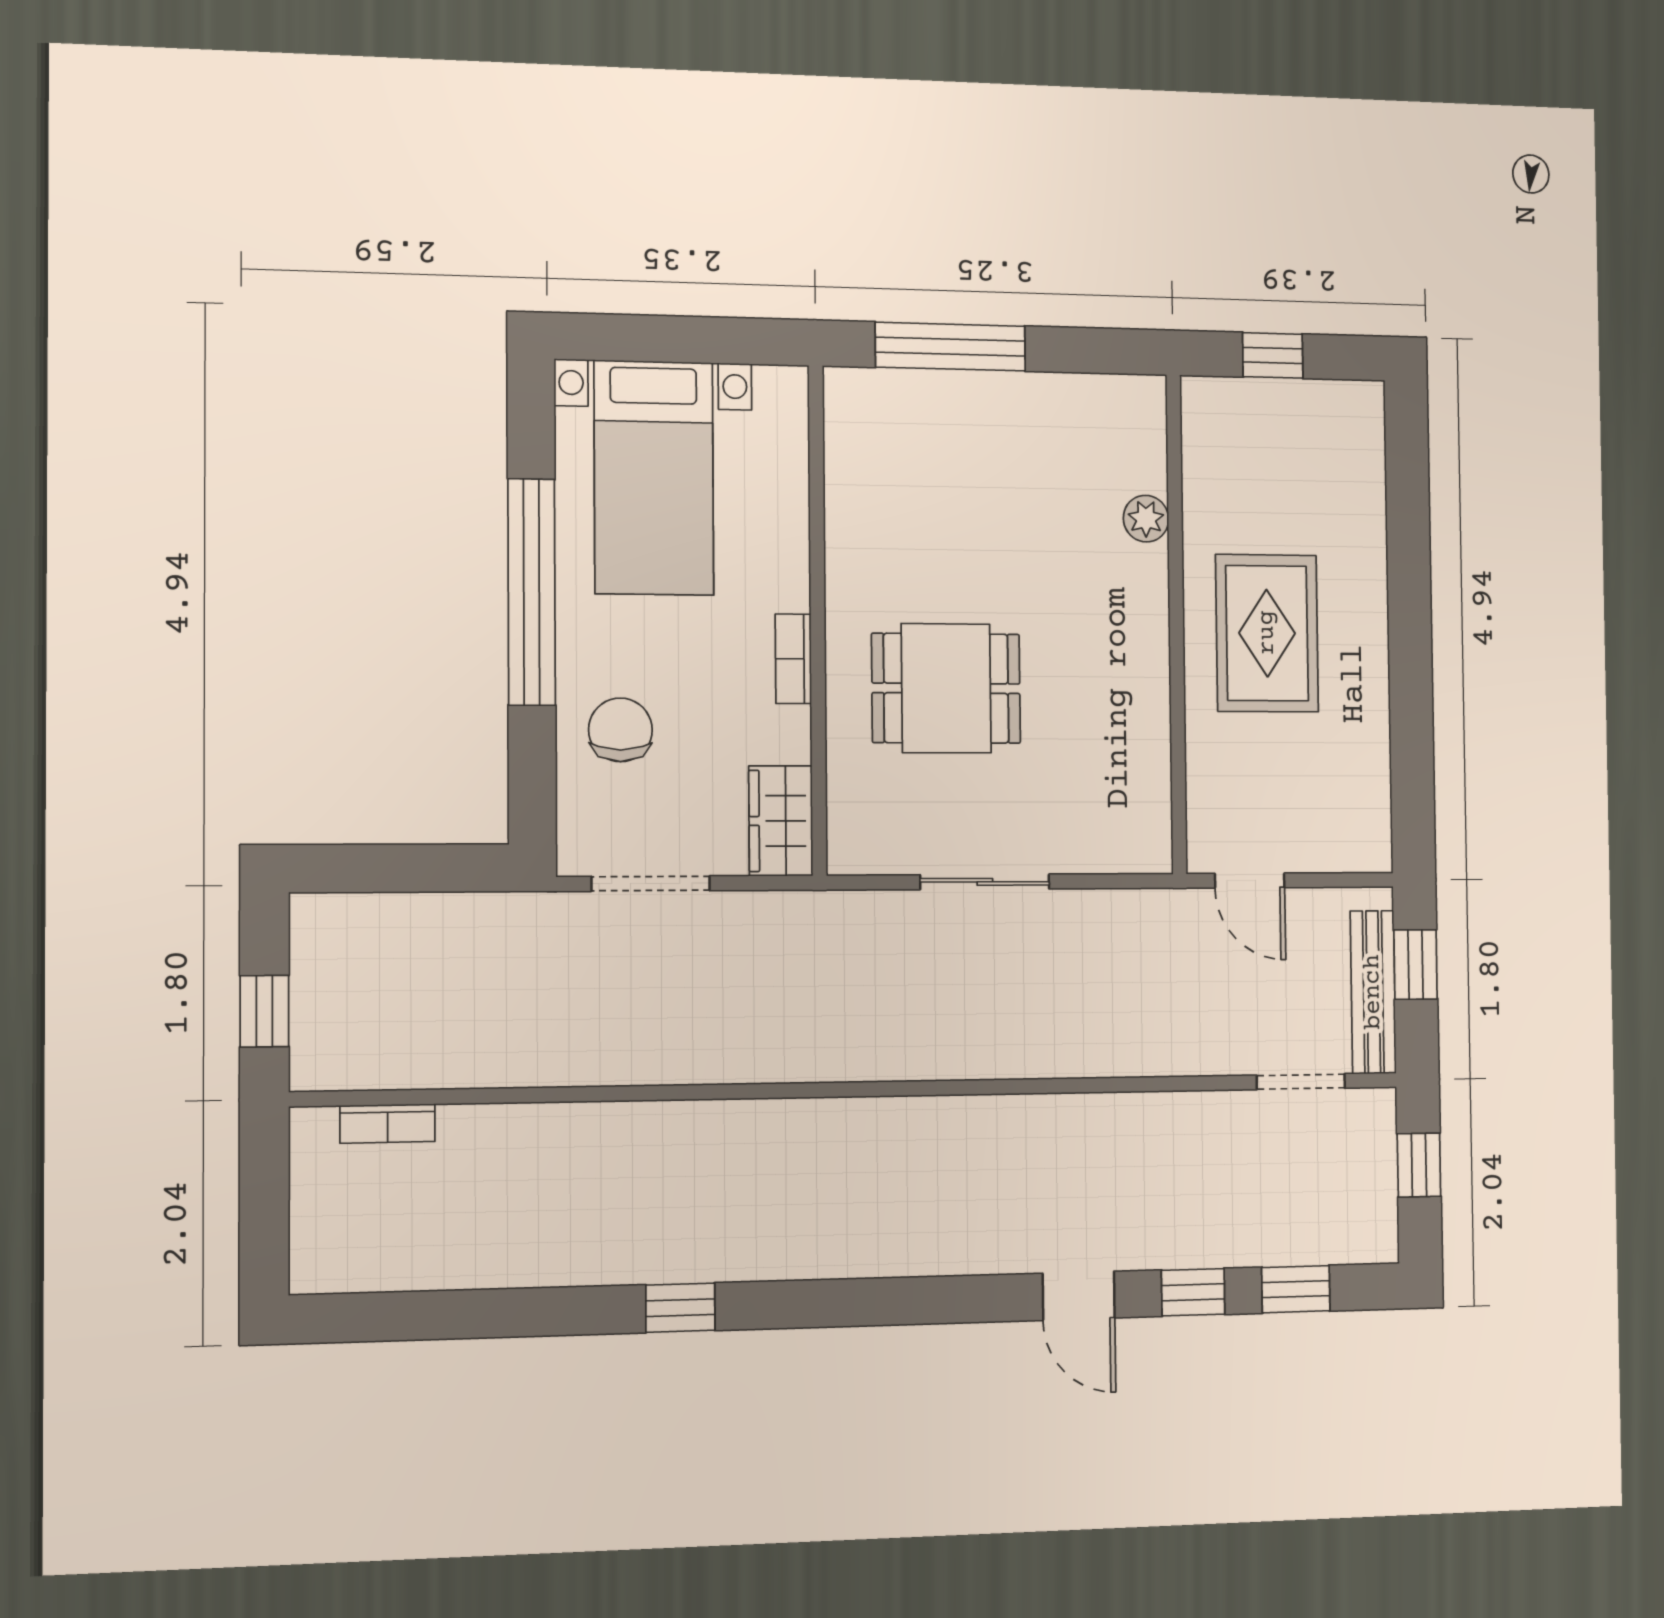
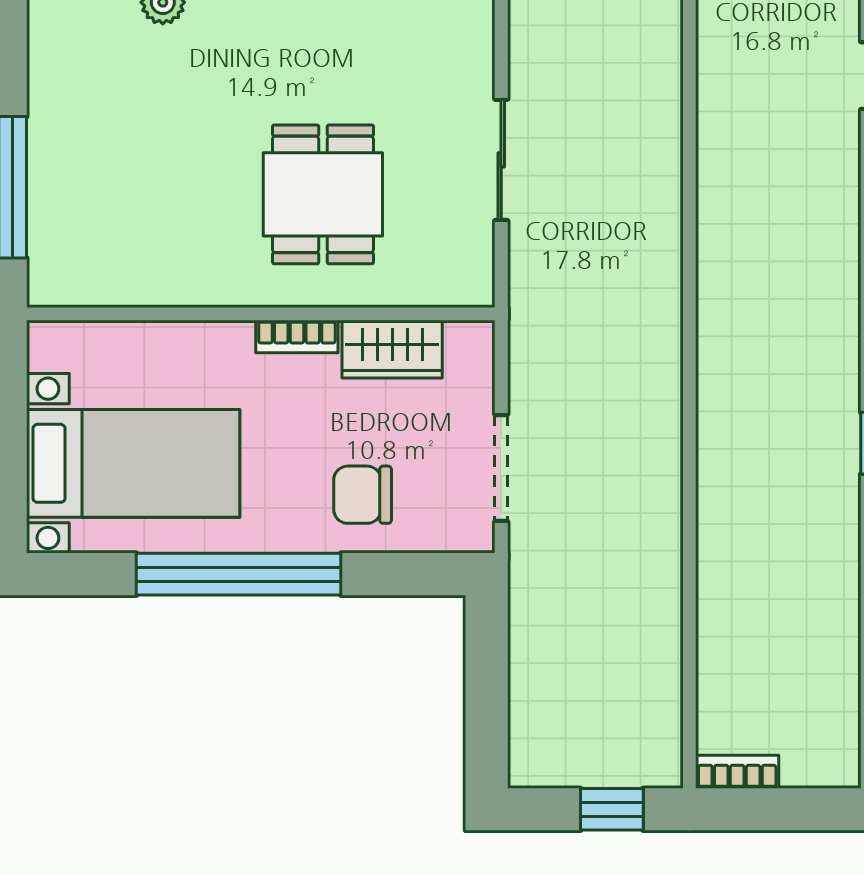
wardrobe: (781, 821) -> (392, 349), moved
bookcase: (388, 1124) -> (737, 772), moved, turned -90

